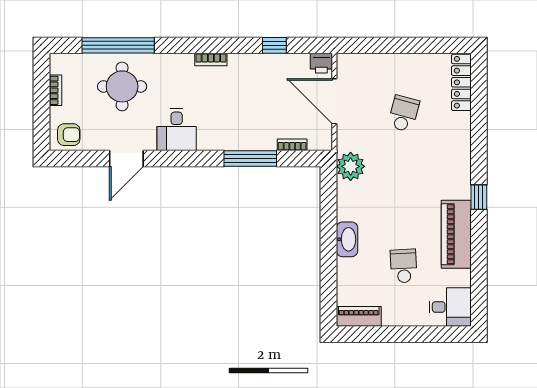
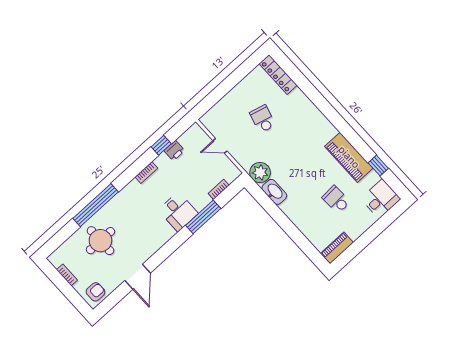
window: (118, 45) -> (96, 205), moved
bookcase: (211, 60) -> (146, 173), moved
printer: (321, 63) -> (174, 151), moved
door: (334, 101) -> (220, 146), width x0.53
desk: (177, 130) -> (178, 212), moved
window: (479, 197) -> (378, 166), moved
washbasin: (347, 239) -> (274, 192), moved

